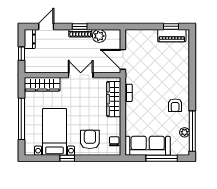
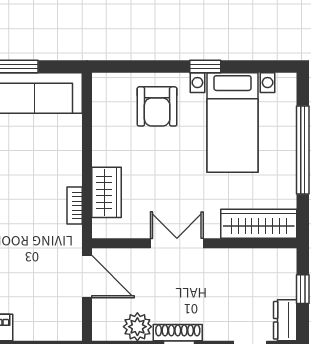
double door: (81, 75) -> (177, 243), swing flipped
wardrobe: (114, 99) -> (106, 192), width x0.67
chair: (114, 141) -> (105, 102), removed

